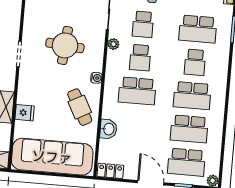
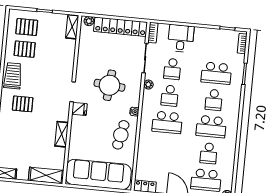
cafe table: (80, 107) -> (121, 135), turned 40
fridge: (25, 113) -> (79, 109), moved
washbasin: (108, 129) -> (144, 153), removed
school desk: (189, 129) -> (209, 153), width x0.54

